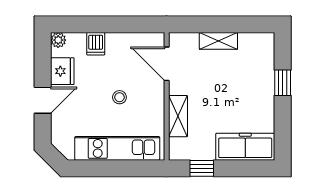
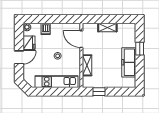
freezer: (245, 147) -> (129, 62), moved, turned -90

